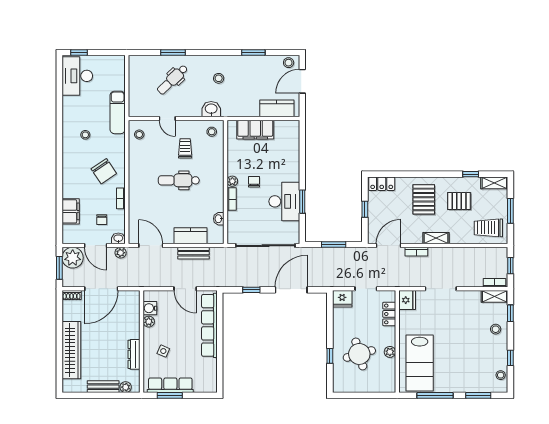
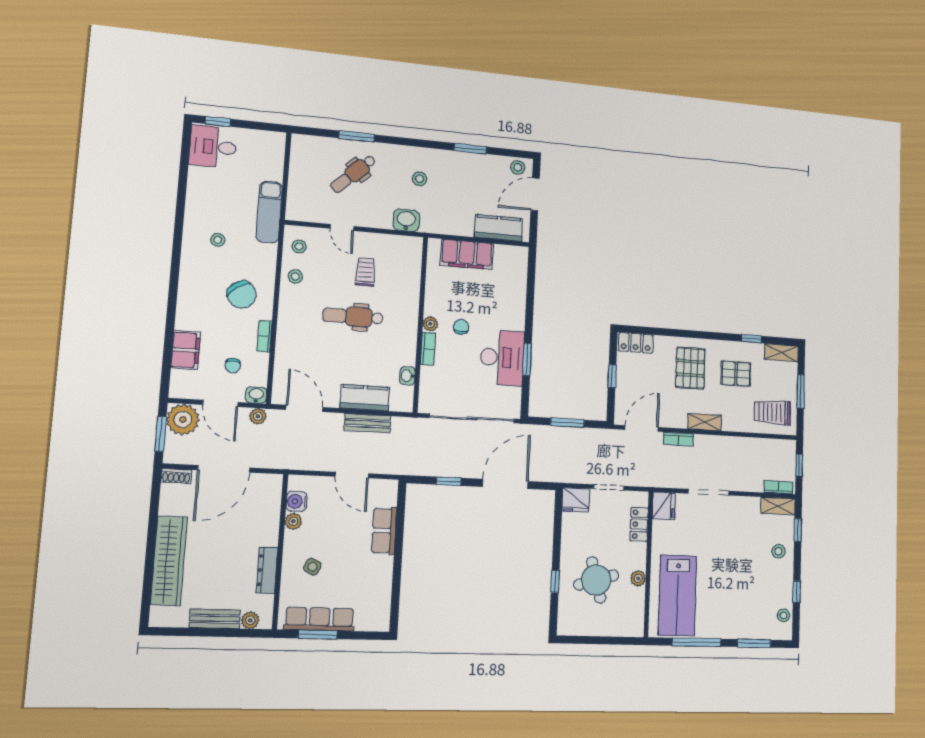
desk: (77, 76) -> (213, 147), width x0.73
stool: (212, 132) -> (295, 276), moved
row of seats: (209, 325) -> (384, 531), width x0.50

